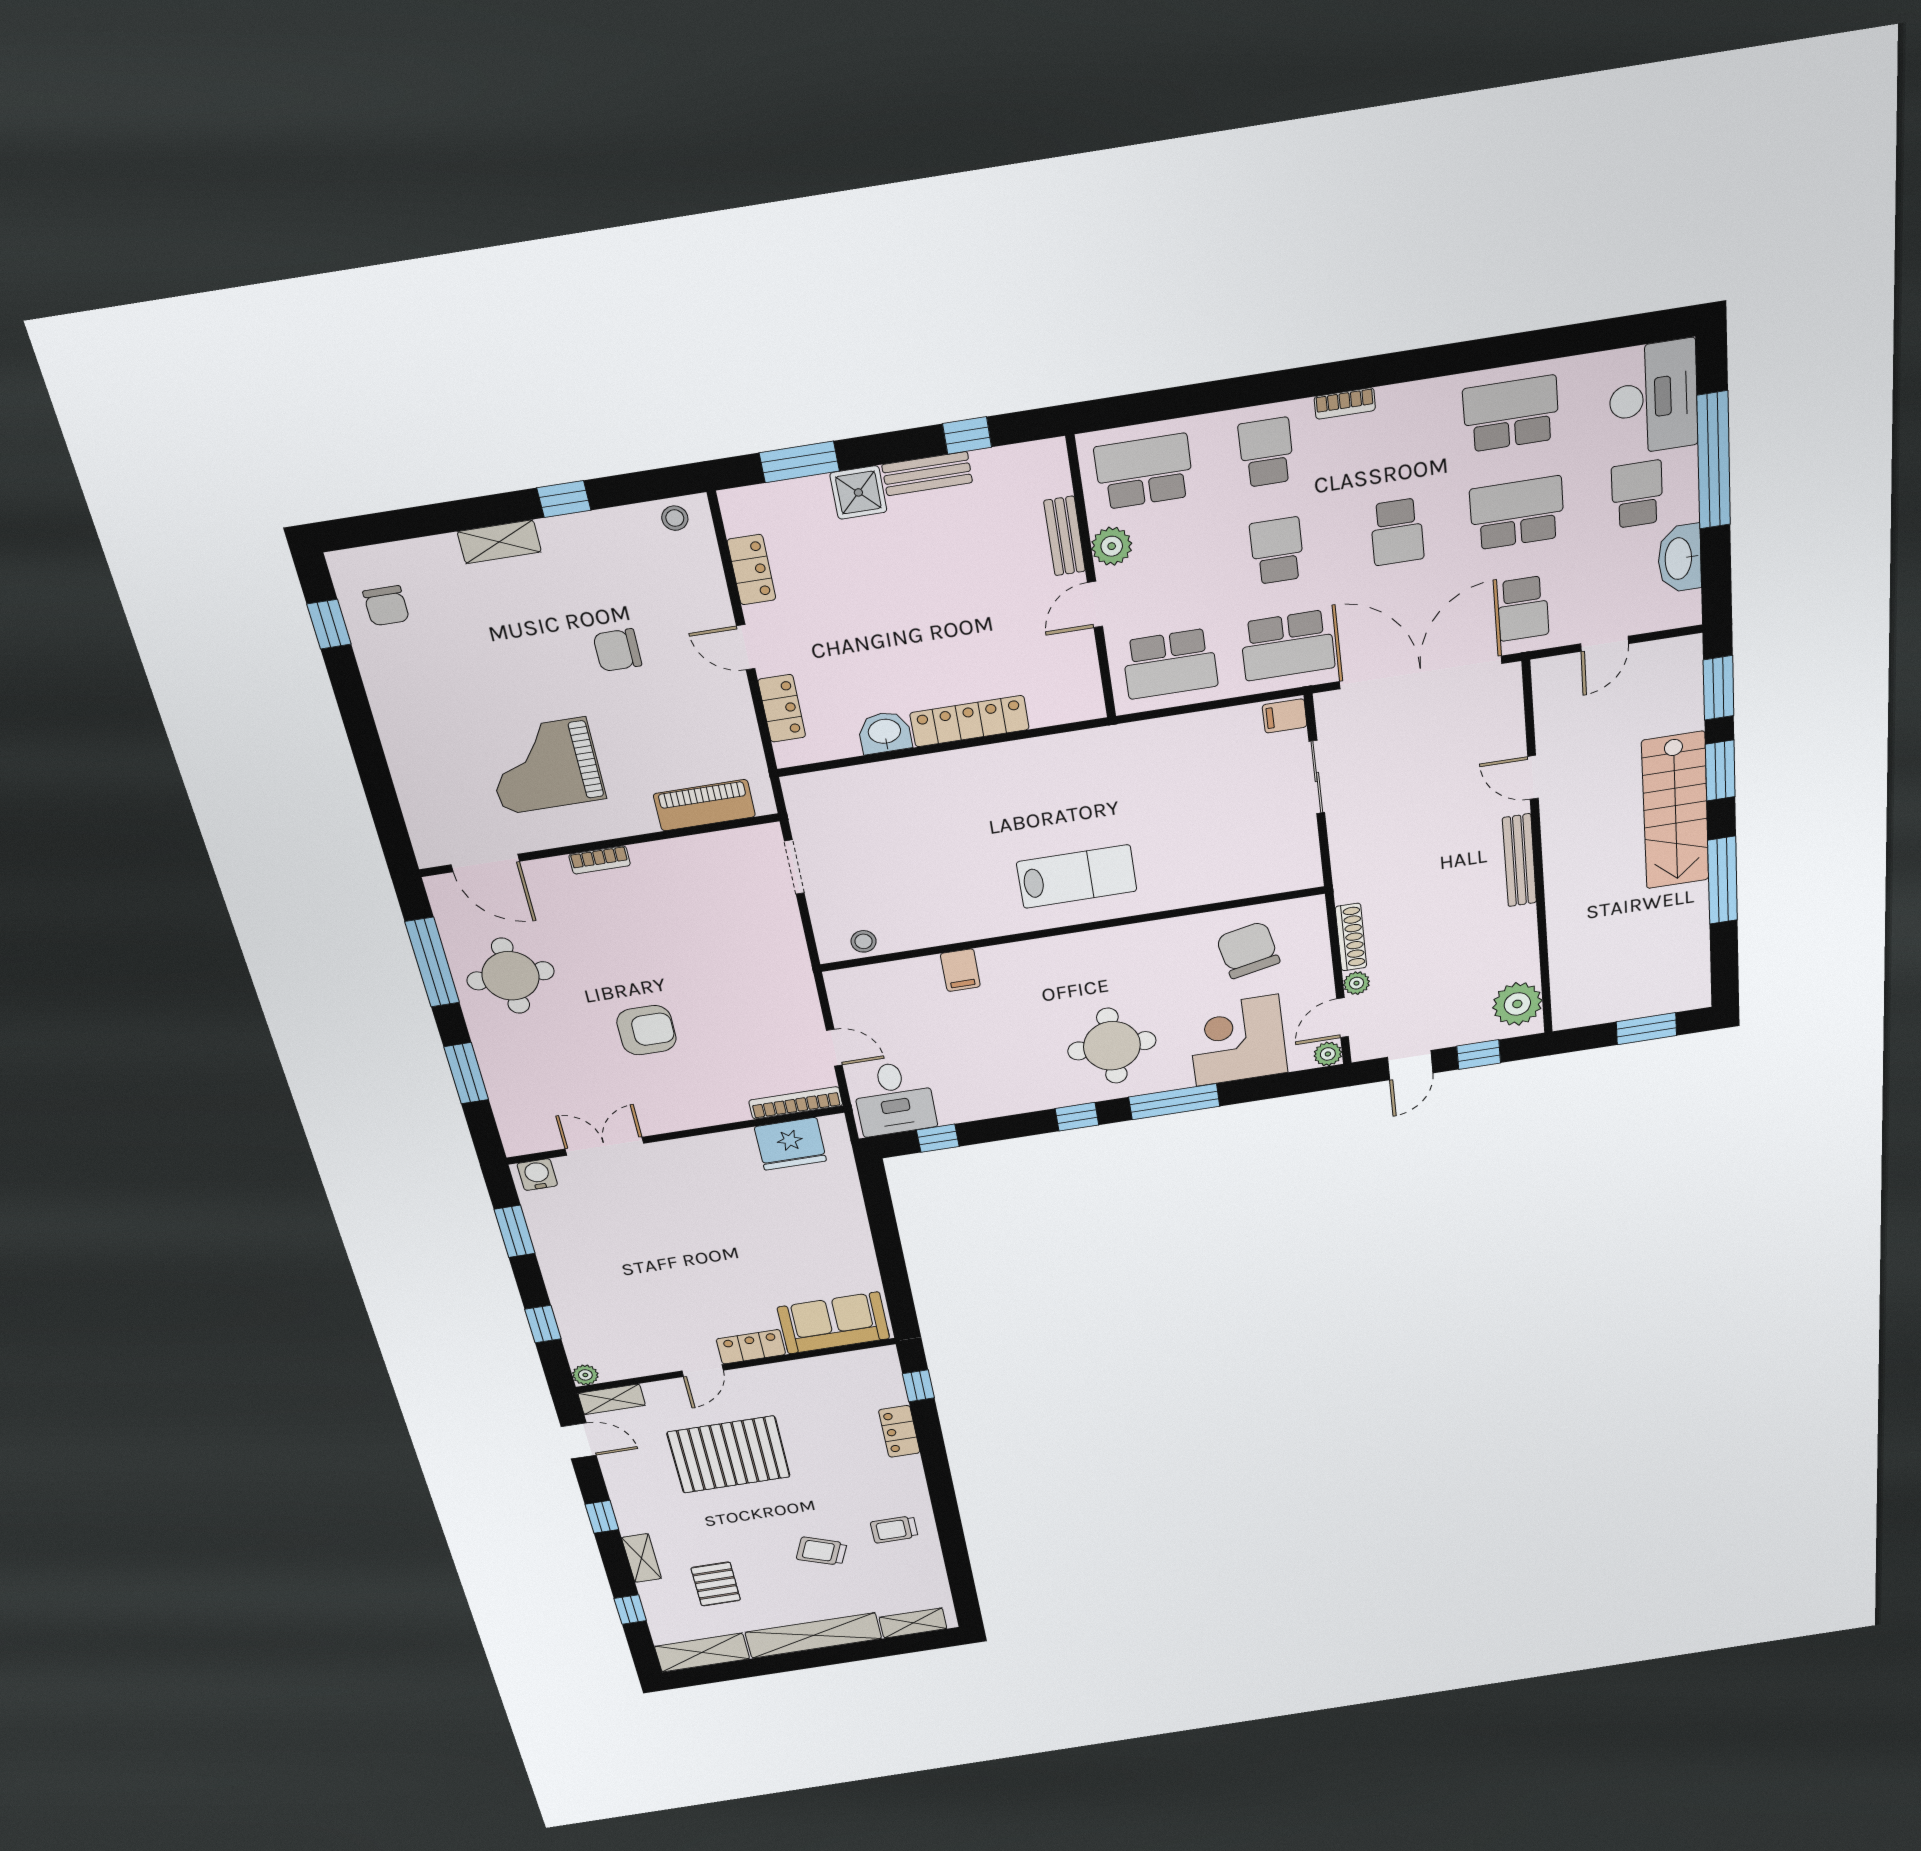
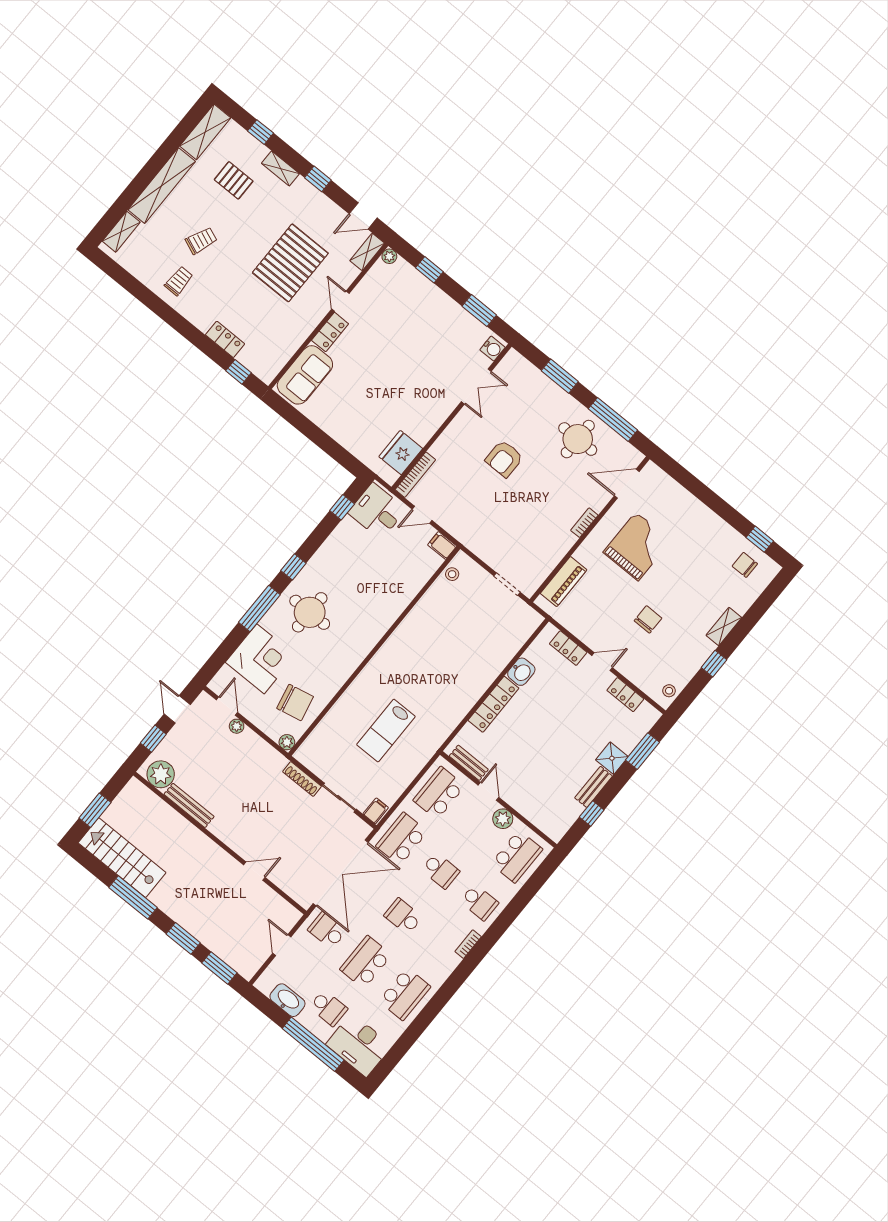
school desk: (1517, 513) -> (366, 962), turned 180
bench: (1065, 536) -> (469, 763), moved
stairs: (1675, 811) -> (122, 858), moved
bench: (1519, 860) -> (189, 805), moved
lab bench: (1077, 877) -> (386, 731), moved
shoe rack: (1351, 937) -> (302, 779), moved
filing cabinet: (960, 970) -> (442, 545), moved
plant: (1328, 1054) -> (287, 742), moved

